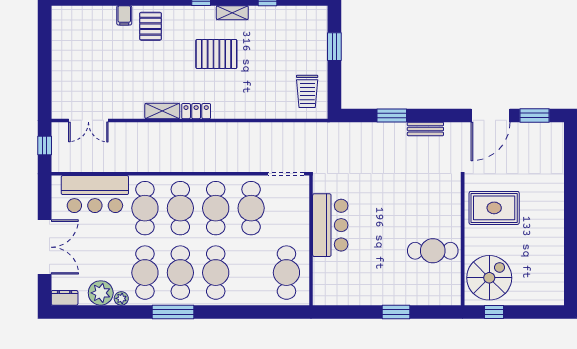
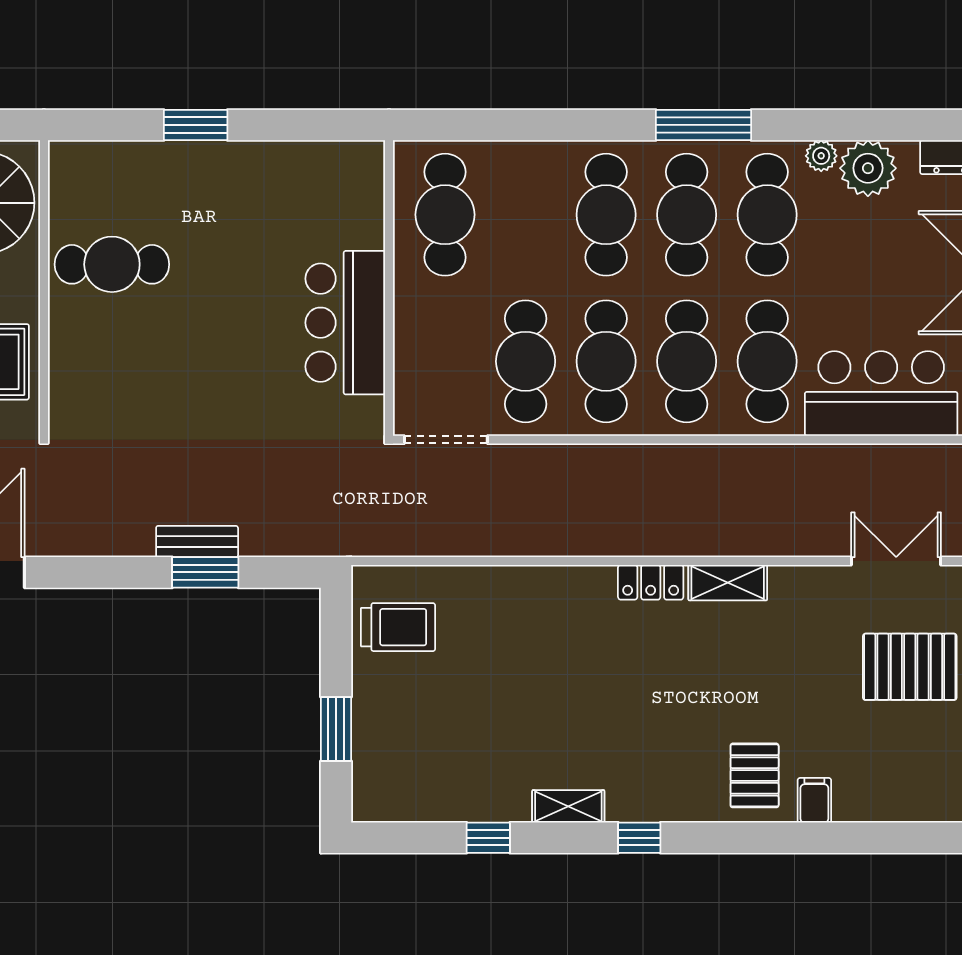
pallet: (216, 54) -> (910, 667), moved
trolley: (307, 91) -> (398, 627), turned 90
bench: (425, 129) -> (197, 542), moved

